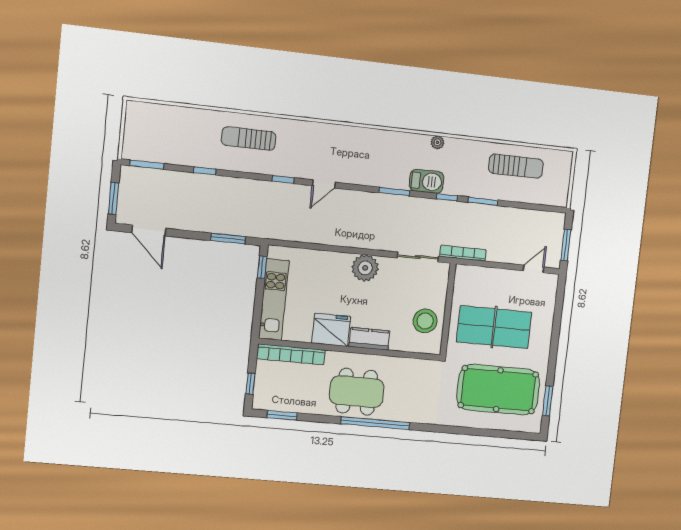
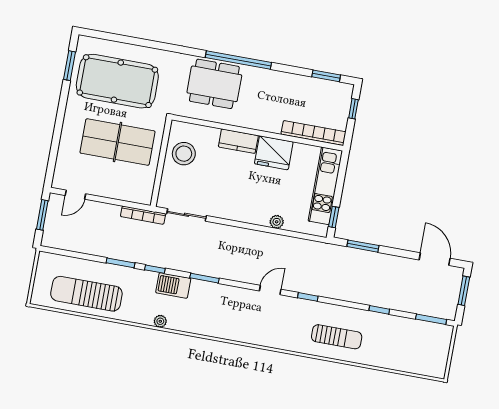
sun lounger: (516, 166) -> (86, 294), width x1.36, depth x1.34
plant: (365, 268) -> (277, 222), moved, width x0.53, depth x0.53
dining table: (357, 392) -> (214, 84), moved

